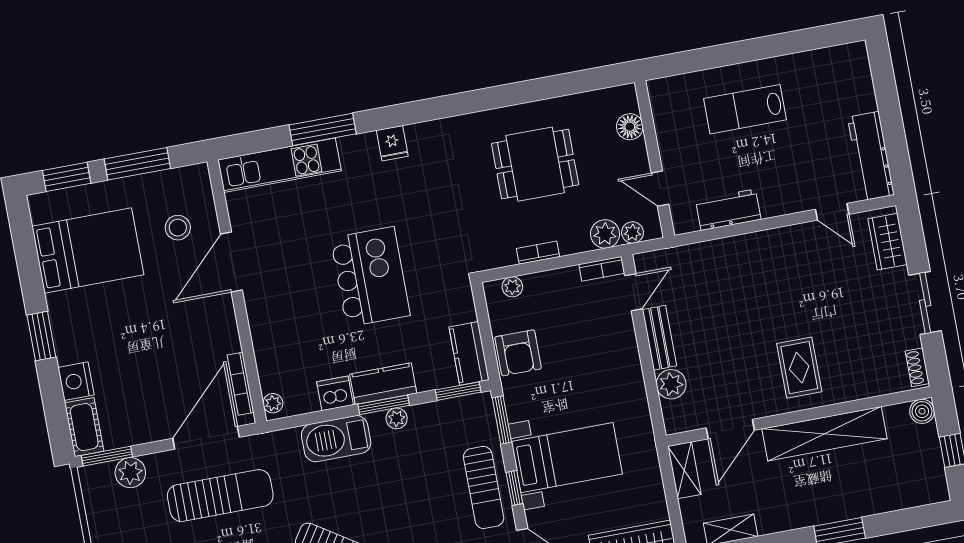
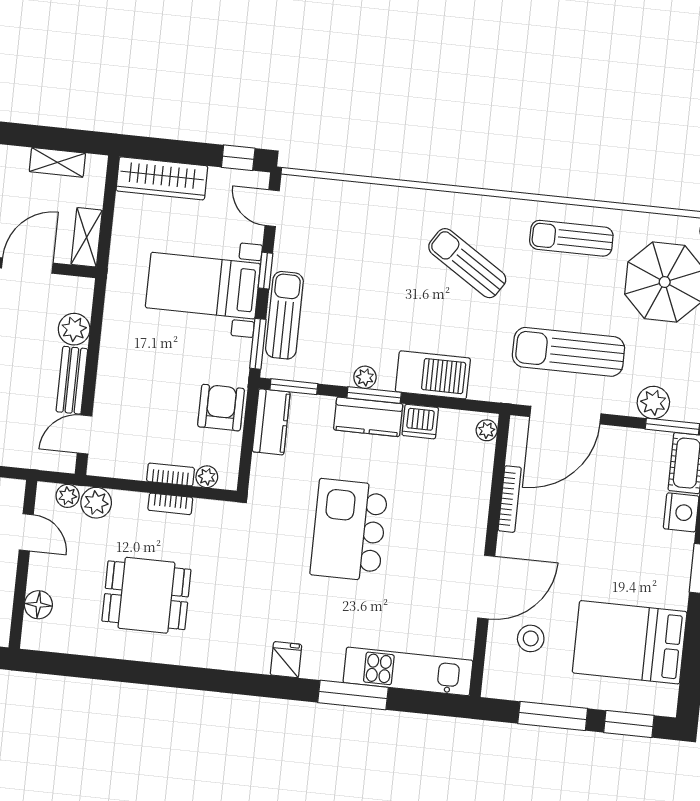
bookcase: (602, 269) -> (171, 474), moved
bookcase: (241, 384) -> (510, 499), moved
sun lounger: (484, 487) -> (284, 315), moved

